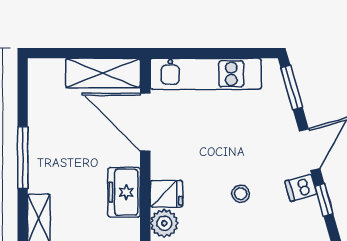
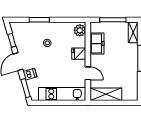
door: (145, 122) -> (88, 73), width x0.53
dishwasher: (301, 188) -> (30, 74), moved
fridge: (166, 194) -> (79, 54), moved

